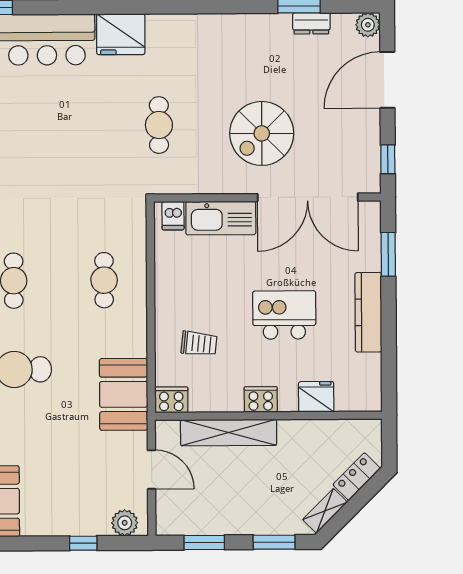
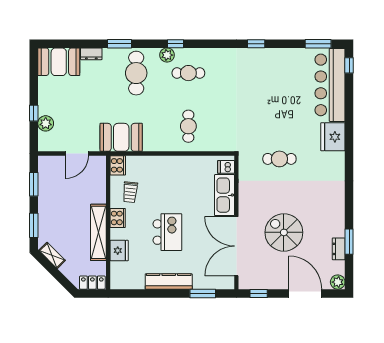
spiral stairs: (262, 133) -> (284, 232), moved
cafe table: (104, 280) -> (188, 126), turned 90
trolley: (199, 344) -> (130, 192), moved
shelving: (229, 432) -> (98, 232), moved
locker: (357, 477) -> (92, 283), moved, turned -45
plant: (125, 523) -> (46, 123), moved

